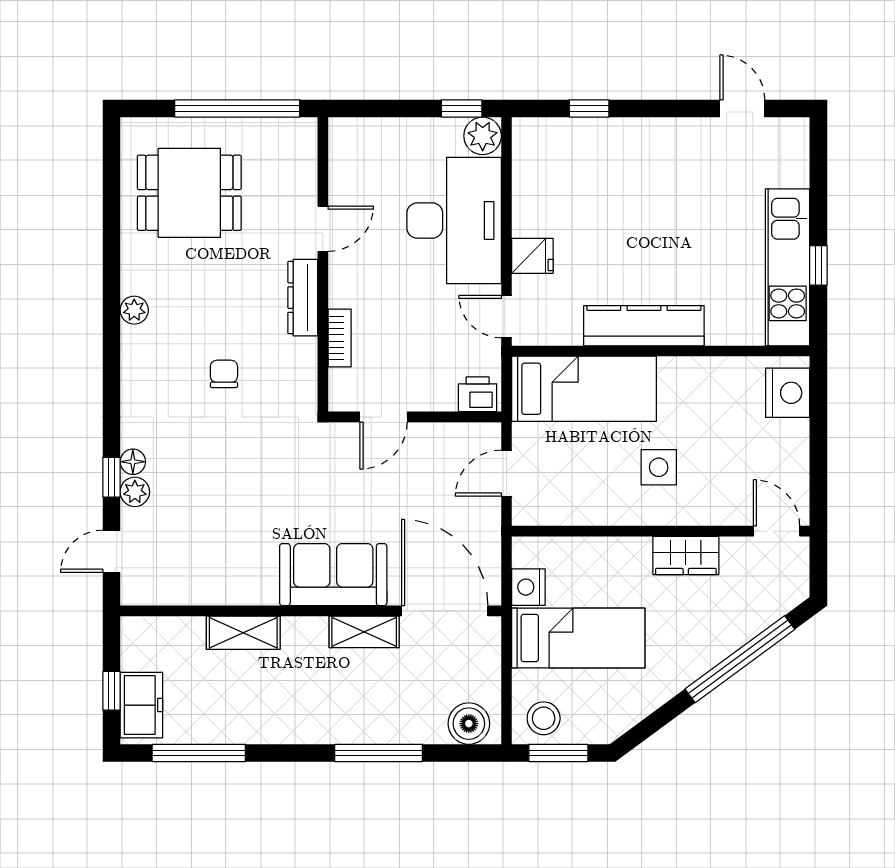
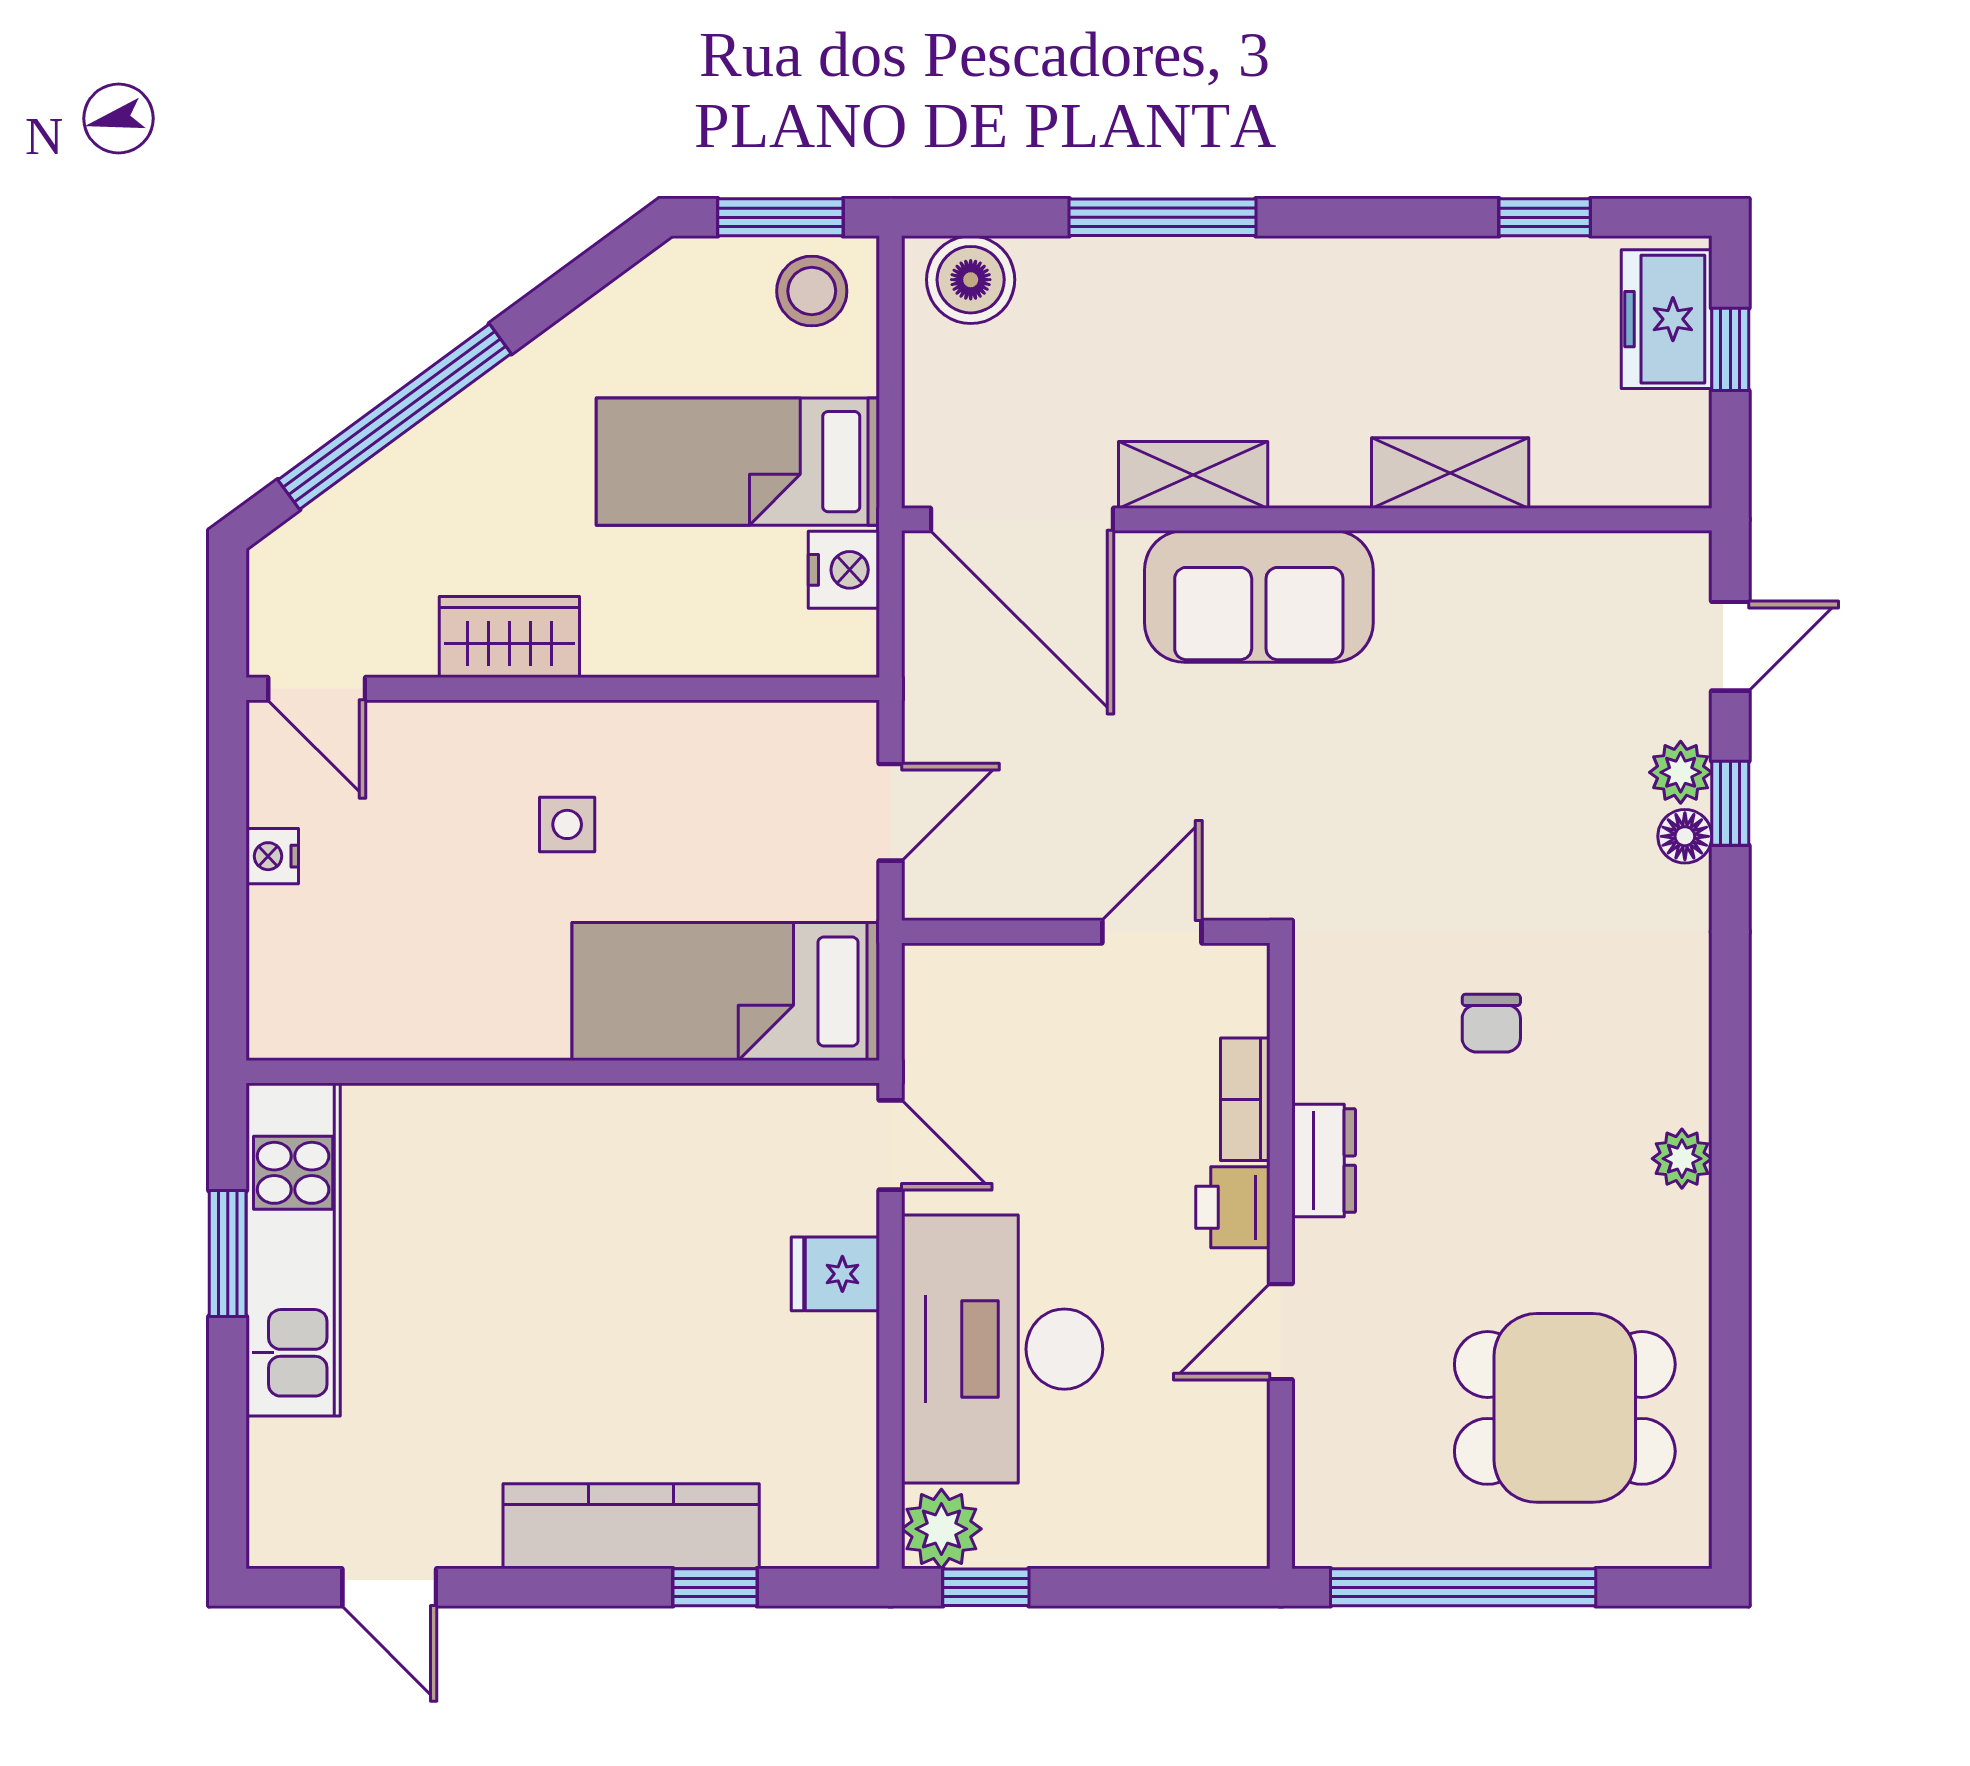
window: (818, 265) -> (228, 1254), width x1.50
dresser: (303, 298) -> (1324, 1161), width x0.70
kitchen counter: (644, 326) -> (631, 1526), moved, turned 180
nightstand: (788, 393) -> (272, 856), moved, width x0.53, depth x0.56
printer: (478, 394) -> (1233, 1207), moved, turned 90
side table: (659, 467) -> (567, 824), width x0.73, depth x0.73
window: (199, 753) -> (1545, 217), width x0.46

